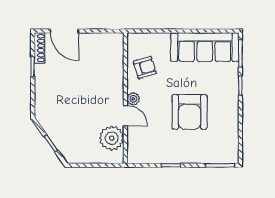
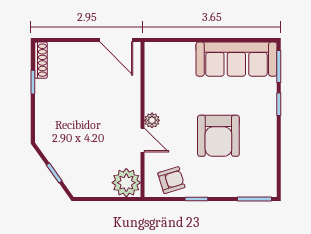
door: (64, 31) -> (116, 40), moved
armchair: (145, 67) -> (171, 180), moved
plant: (112, 138) -> (126, 183), moved

